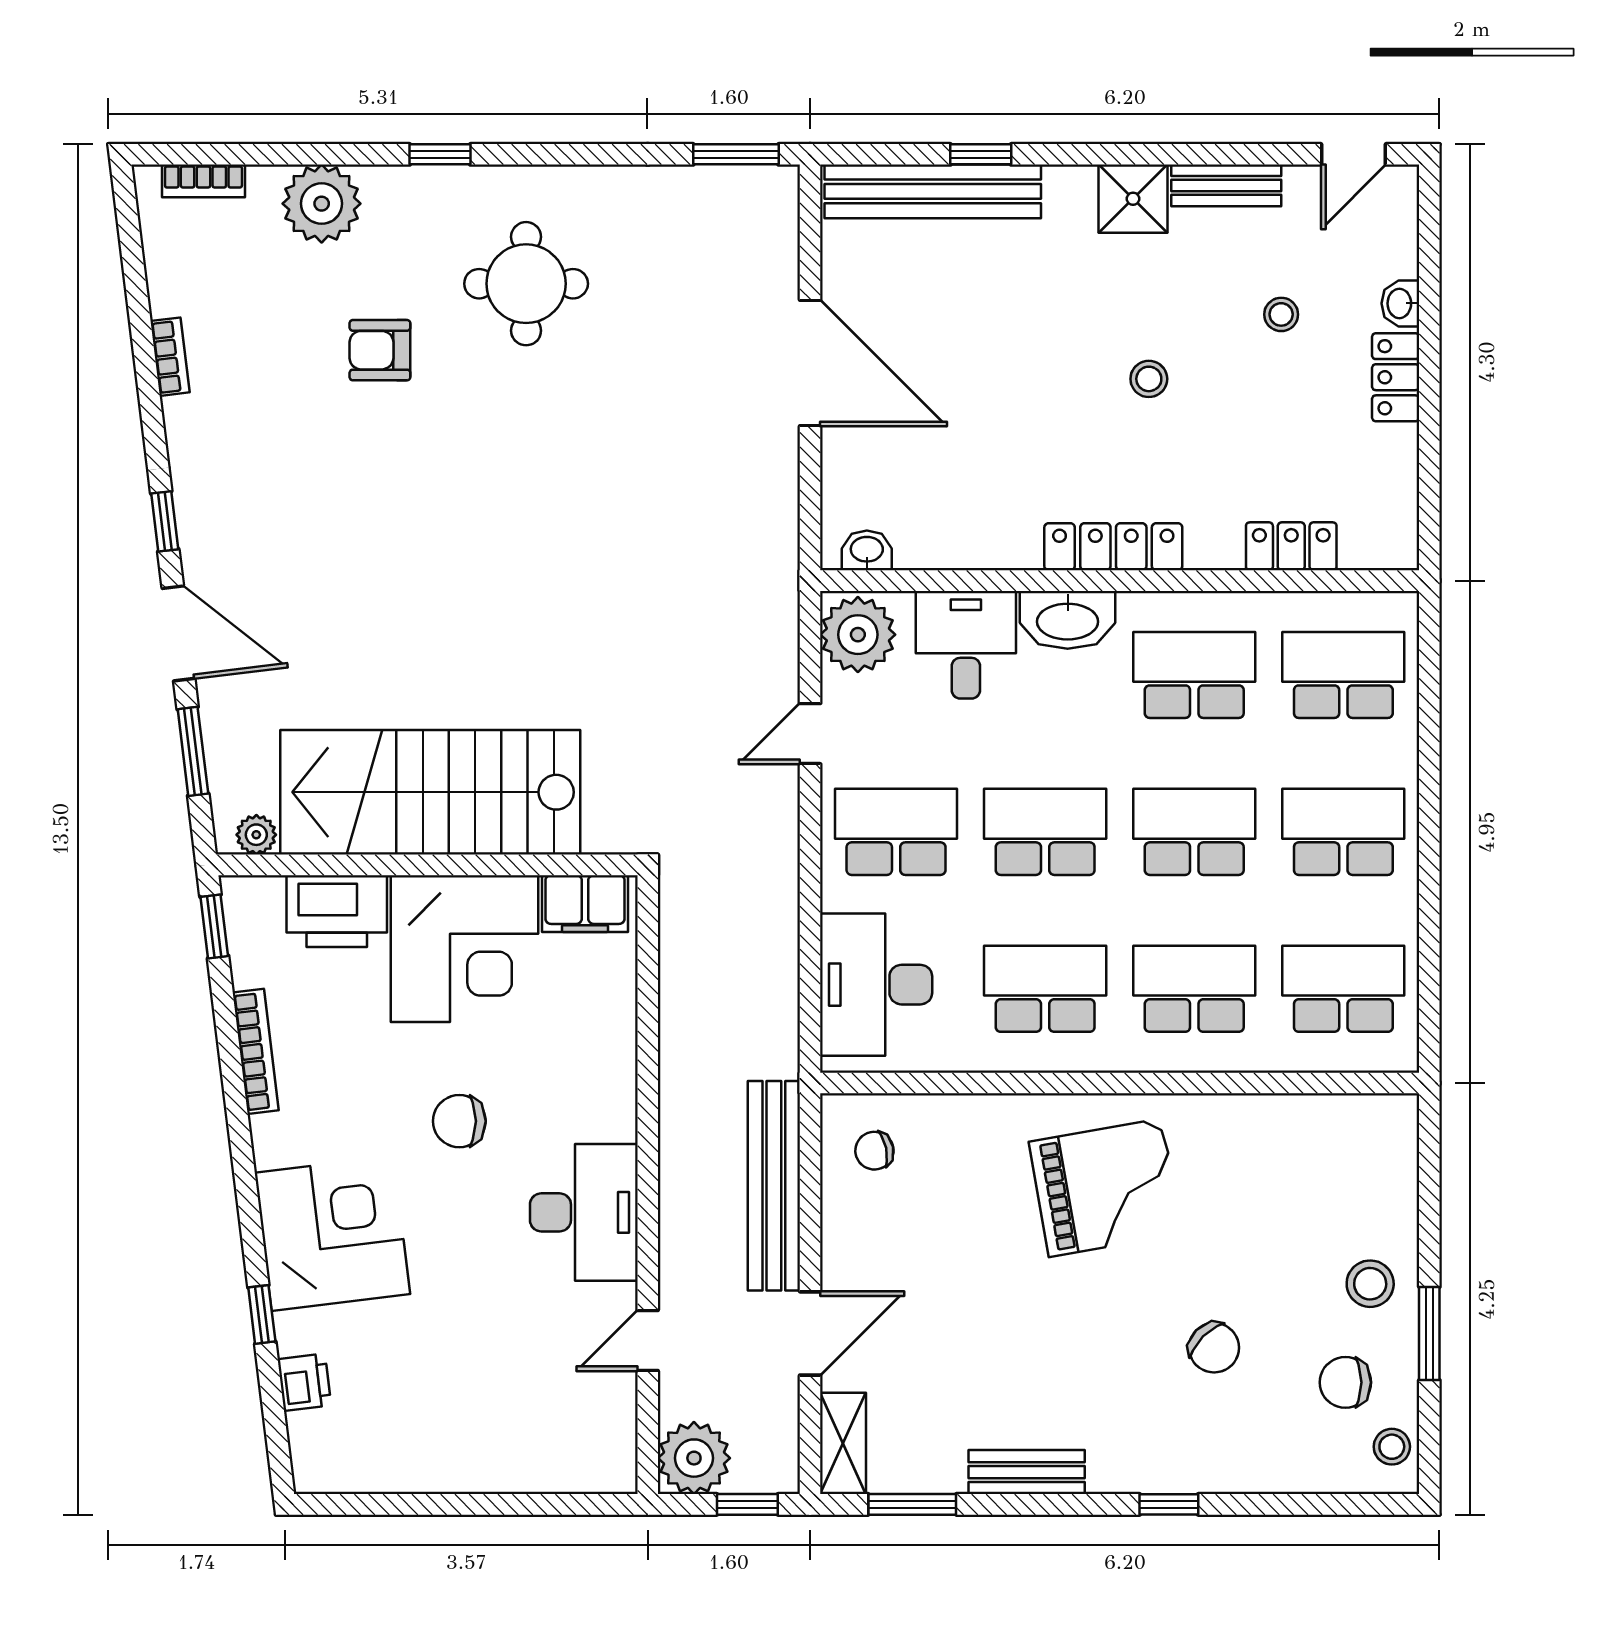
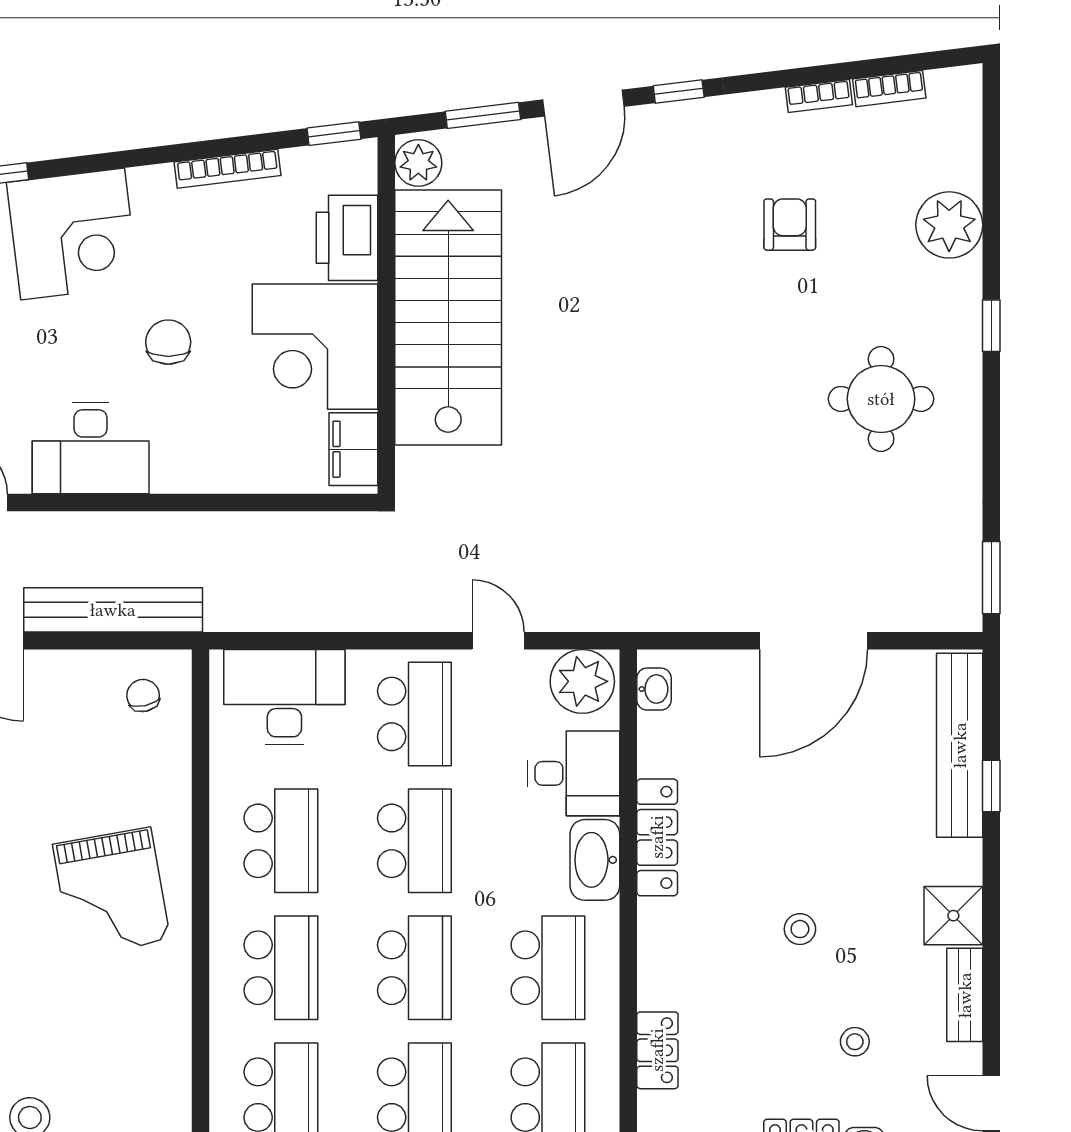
bookcase: (203, 181) -> (889, 89), moved, turned -97
armchair: (380, 350) -> (790, 225), moved
locker: (1113, 547) -> (657, 837), moved
plant: (256, 835) -> (418, 163), width x1.38, depth x1.38

